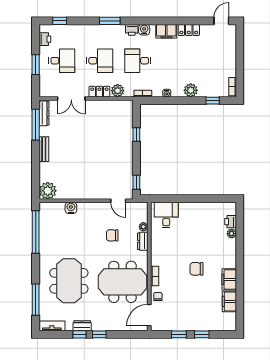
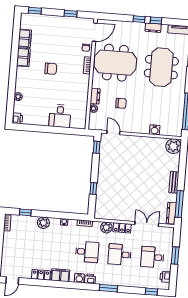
desk: (166, 215) -> (60, 116), moved
printer: (231, 222) -> (17, 118), moved
window: (202, 334) -> (35, 11), moved

